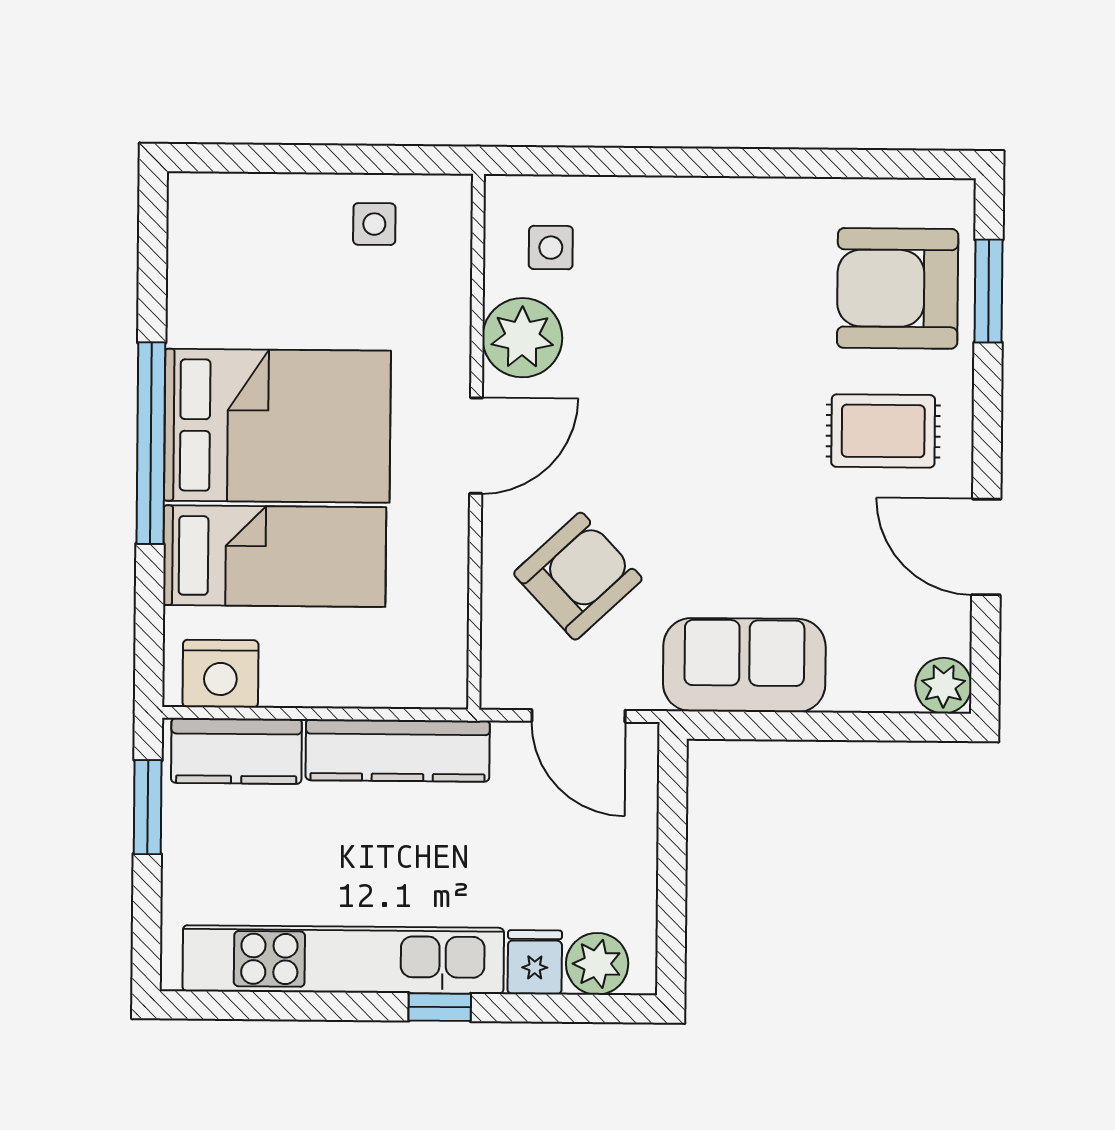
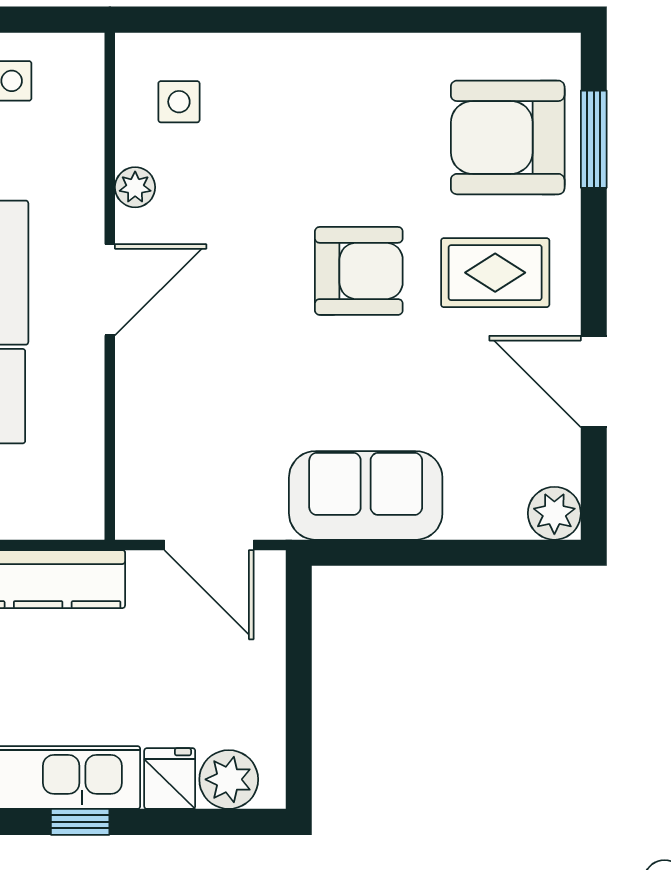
plant: (522, 338) -> (135, 187), width x0.53, depth x0.53
armchair: (578, 576) -> (359, 271), moved, turned 43

